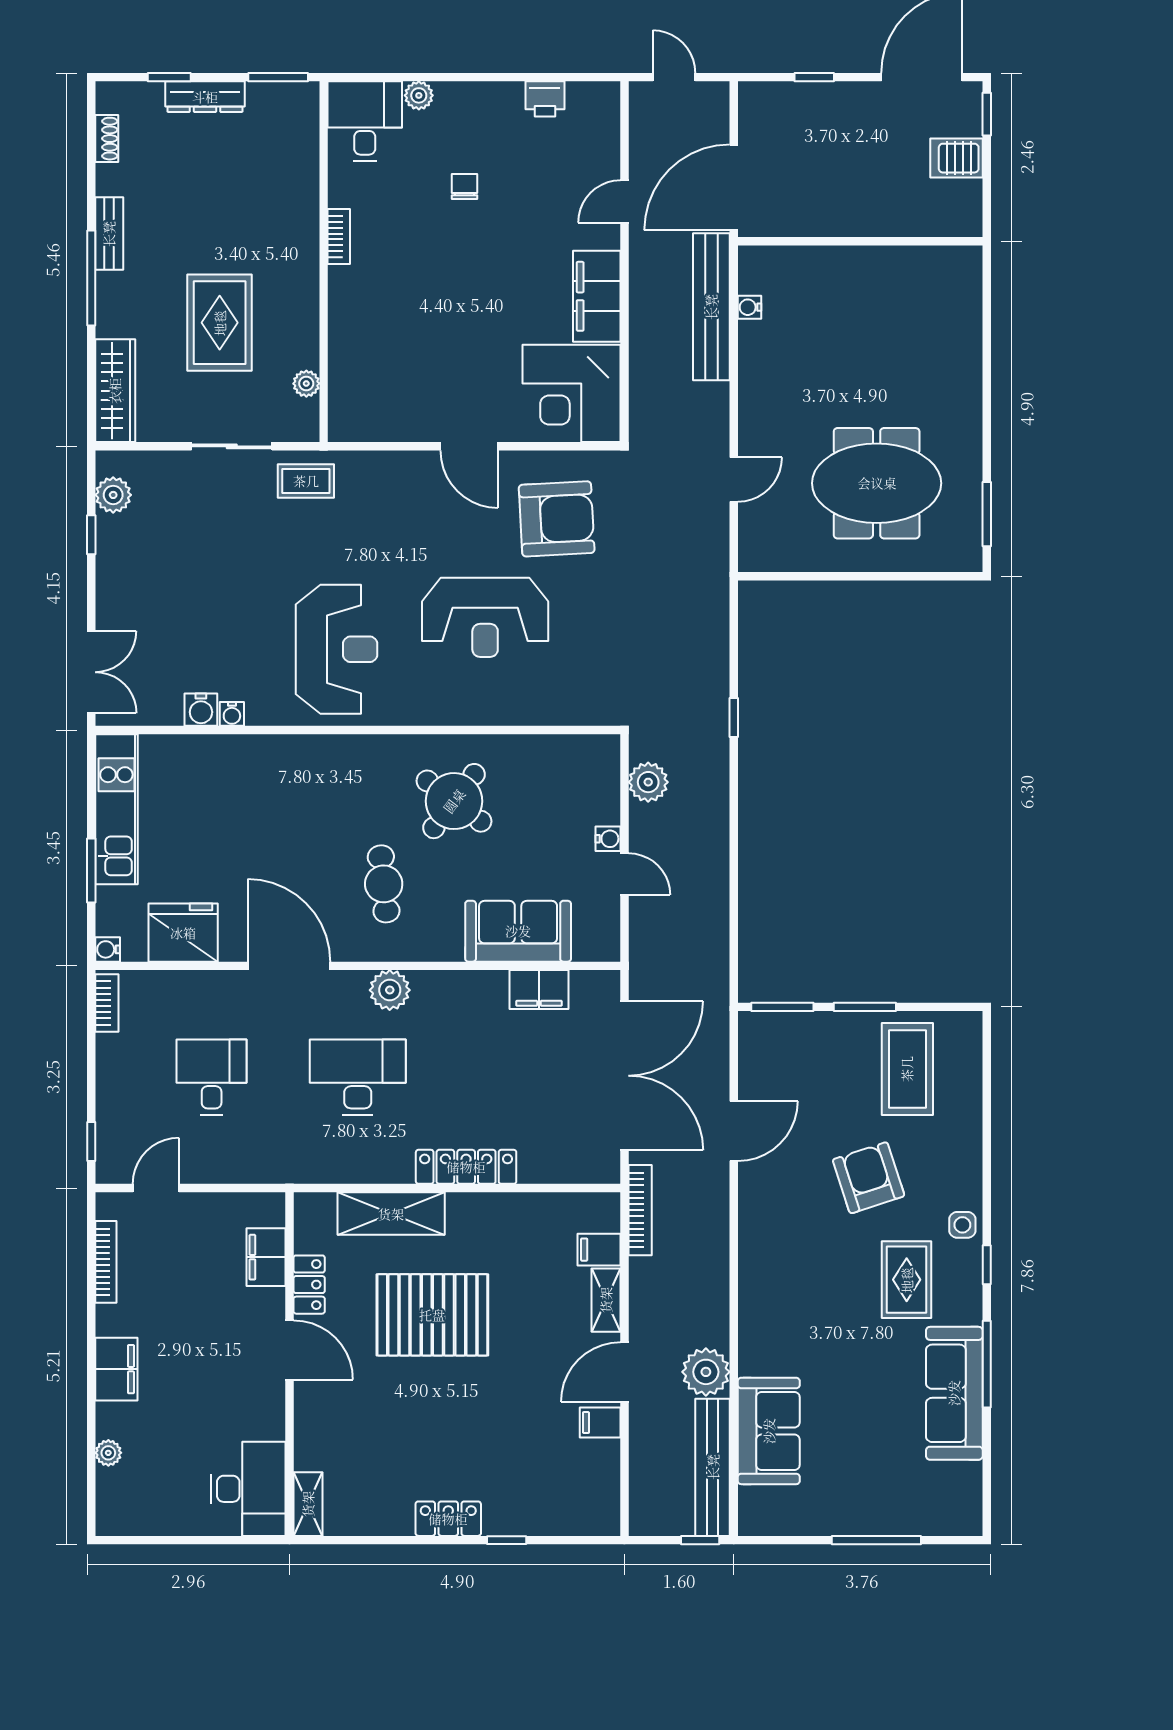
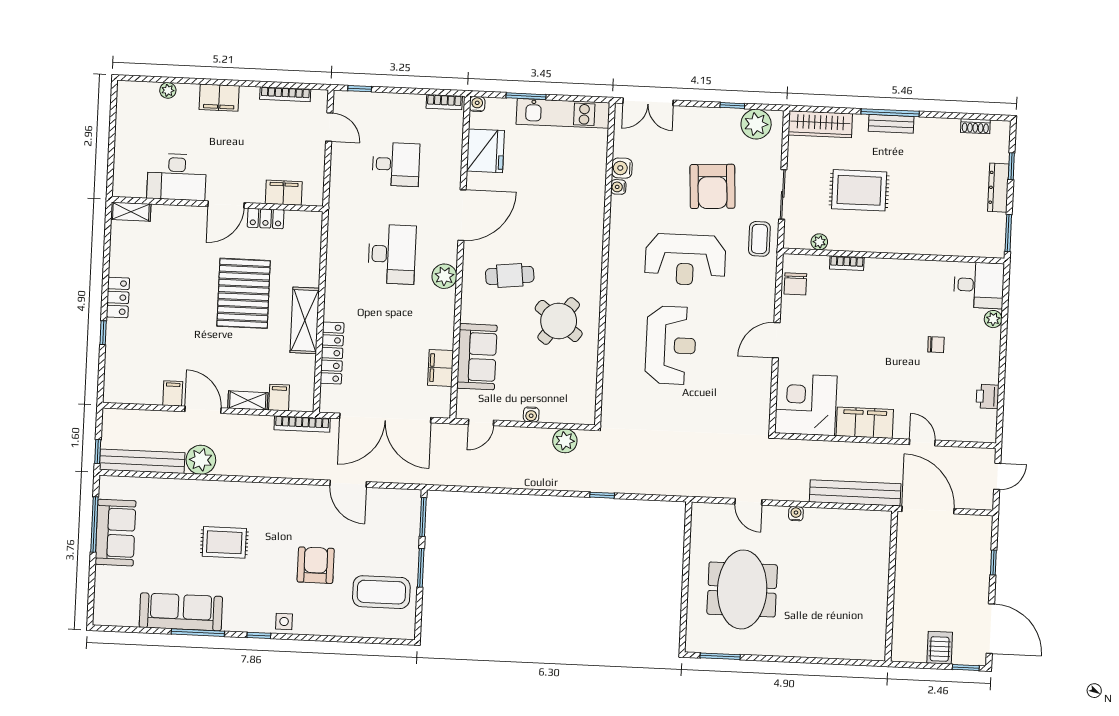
bench: (109, 234) -> (891, 124), moved
bookcase: (339, 237) -> (847, 263), moved
water cooler: (750, 307) -> (796, 514), moved
chair: (376, 419) -> (795, 284), added
plant: (113, 495) -> (756, 124), width x1.36, depth x1.36
armchair: (557, 519) -> (712, 186), moved
reception desk: (485, 617) -> (671, 345), turned 180
reception desk: (337, 649) -> (685, 260), moved
door: (624, 874) -> (481, 422), moved
locker: (466, 1167) -> (332, 353), moved
armchair: (869, 1178) -> (316, 565), turned -72
shelving: (391, 1214) -> (305, 320), moved
rug: (907, 1280) -> (224, 542), moved
sofa: (769, 1431) -> (116, 533), moved, turned -90
desk: (248, 1489) -> (177, 177), moved
window: (876, 1540) -> (94, 525), moved

